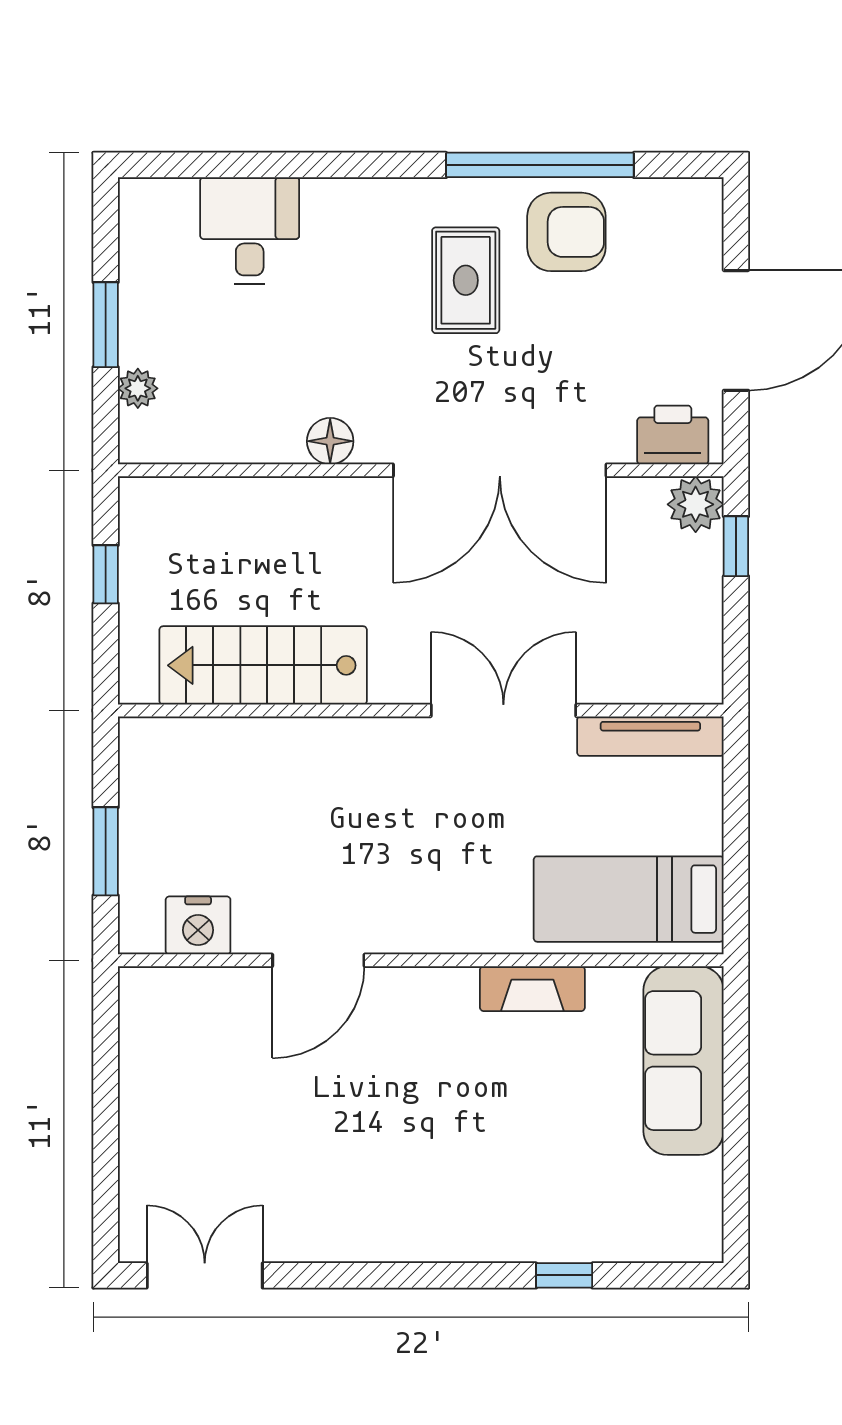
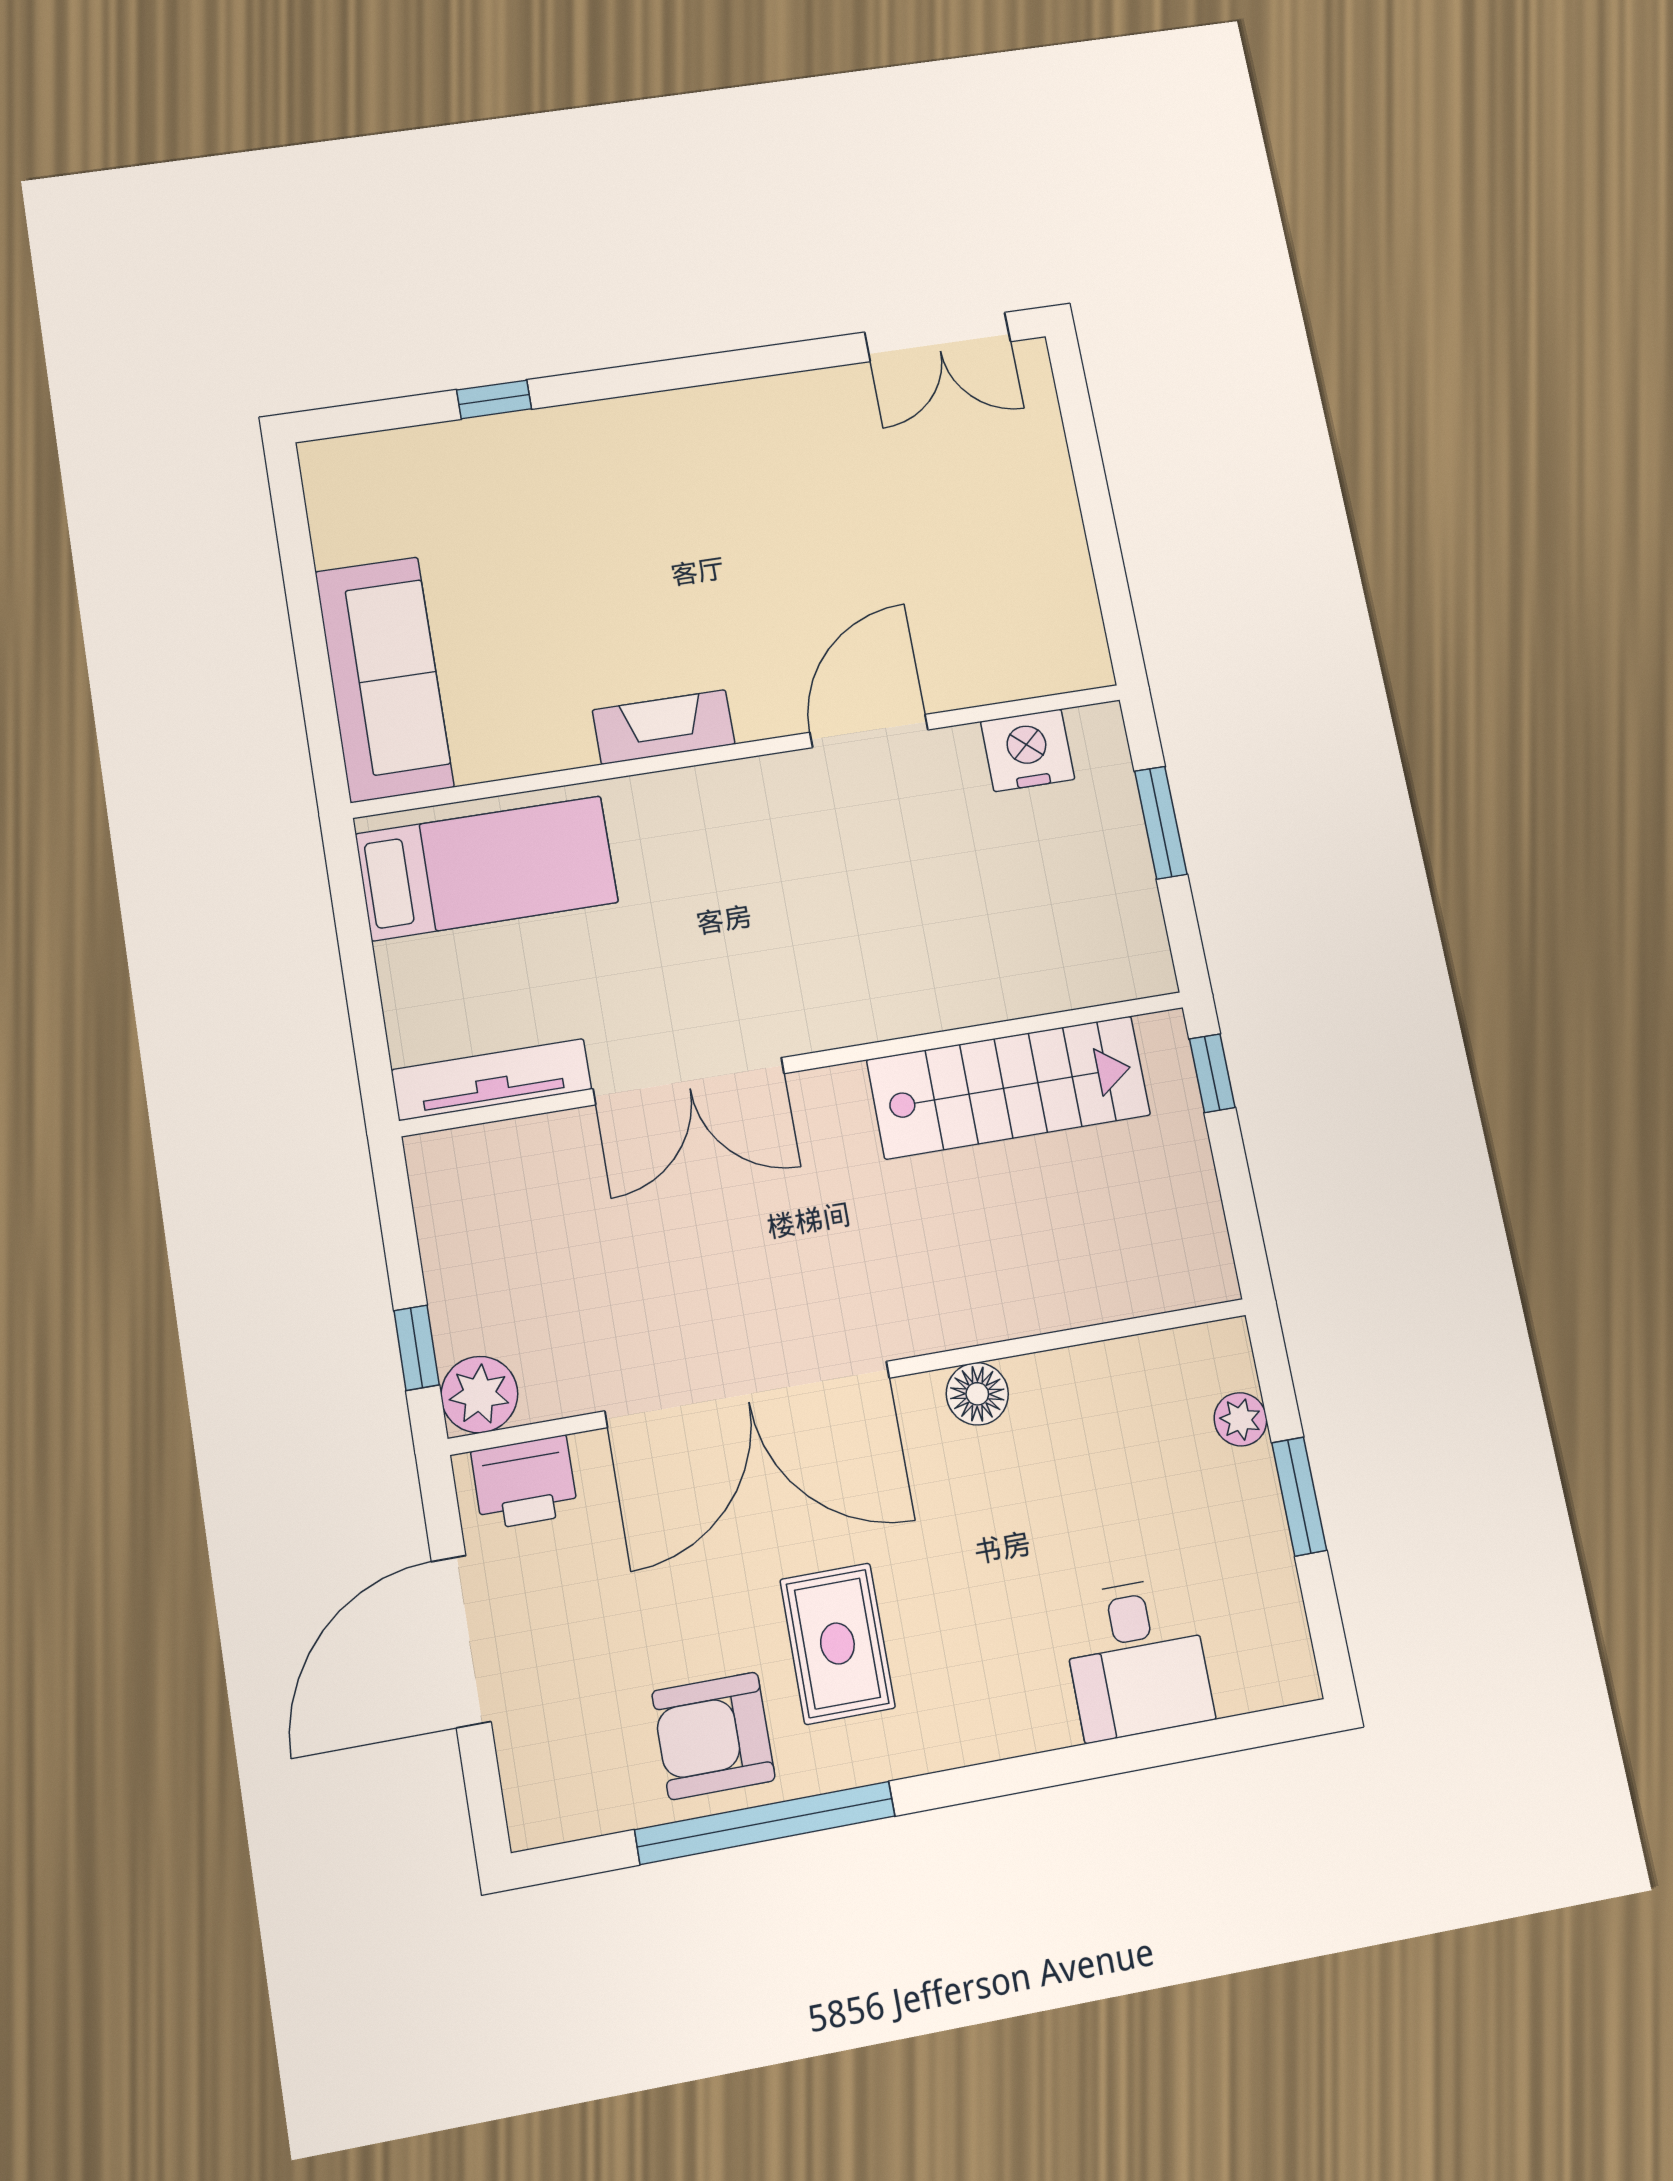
double door: (500, 470) -> (748, 1394), swing flipped
window: (106, 574) -> (1212, 1073), moved
fireplace: (532, 989) -> (664, 727), moved

